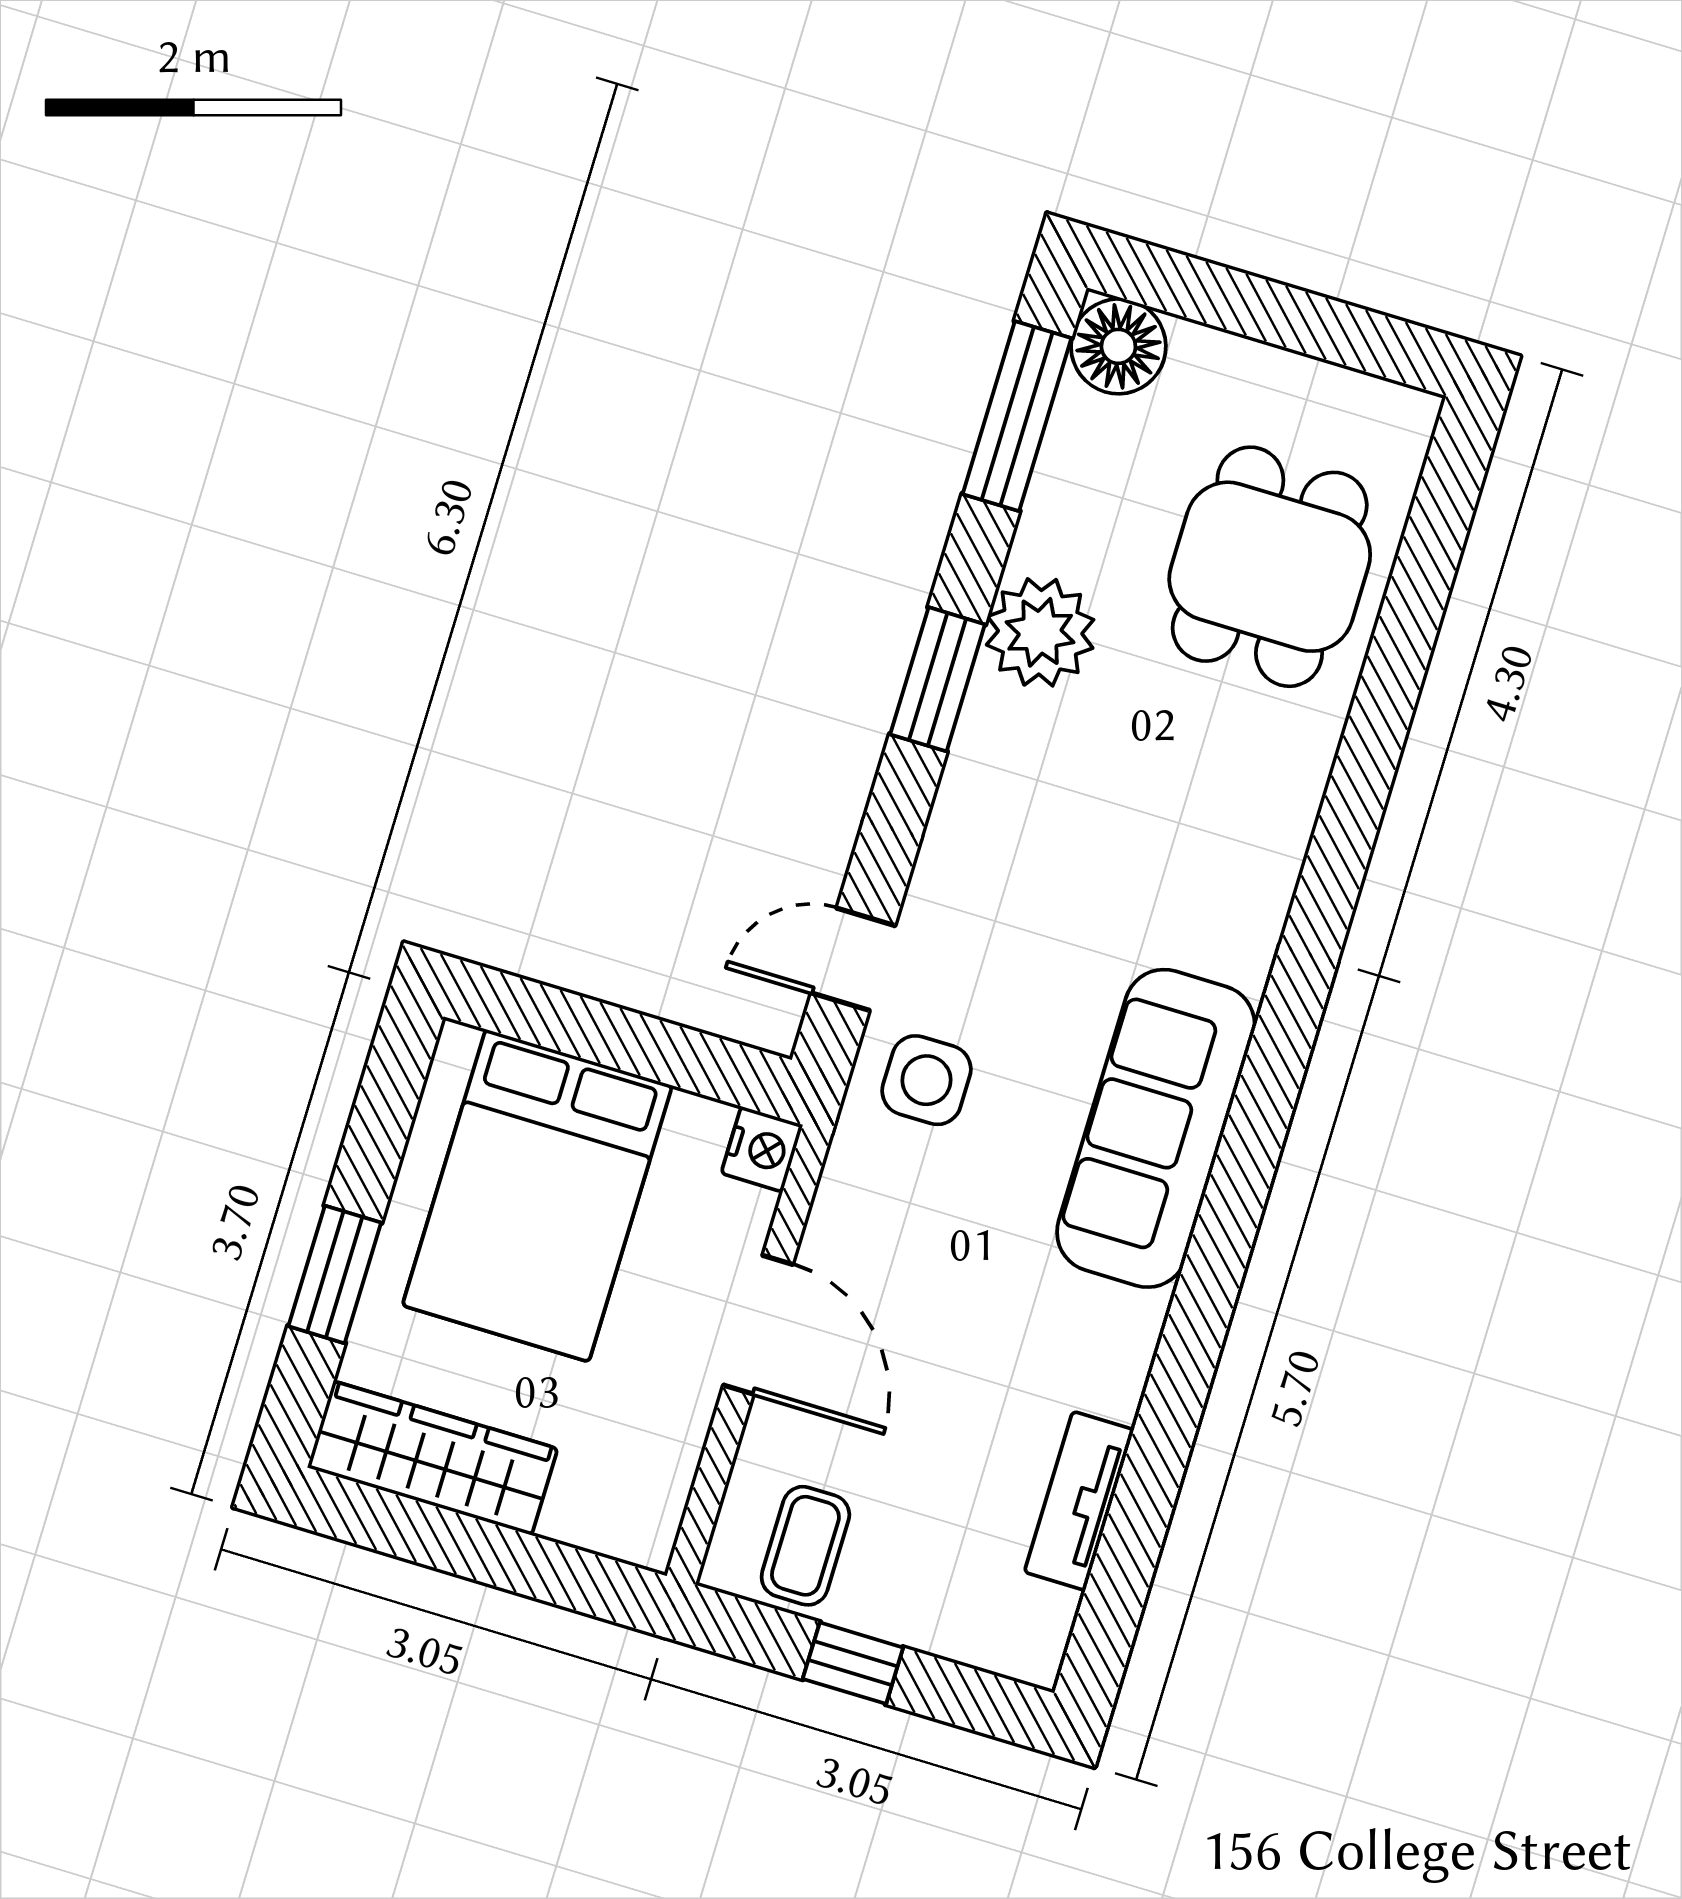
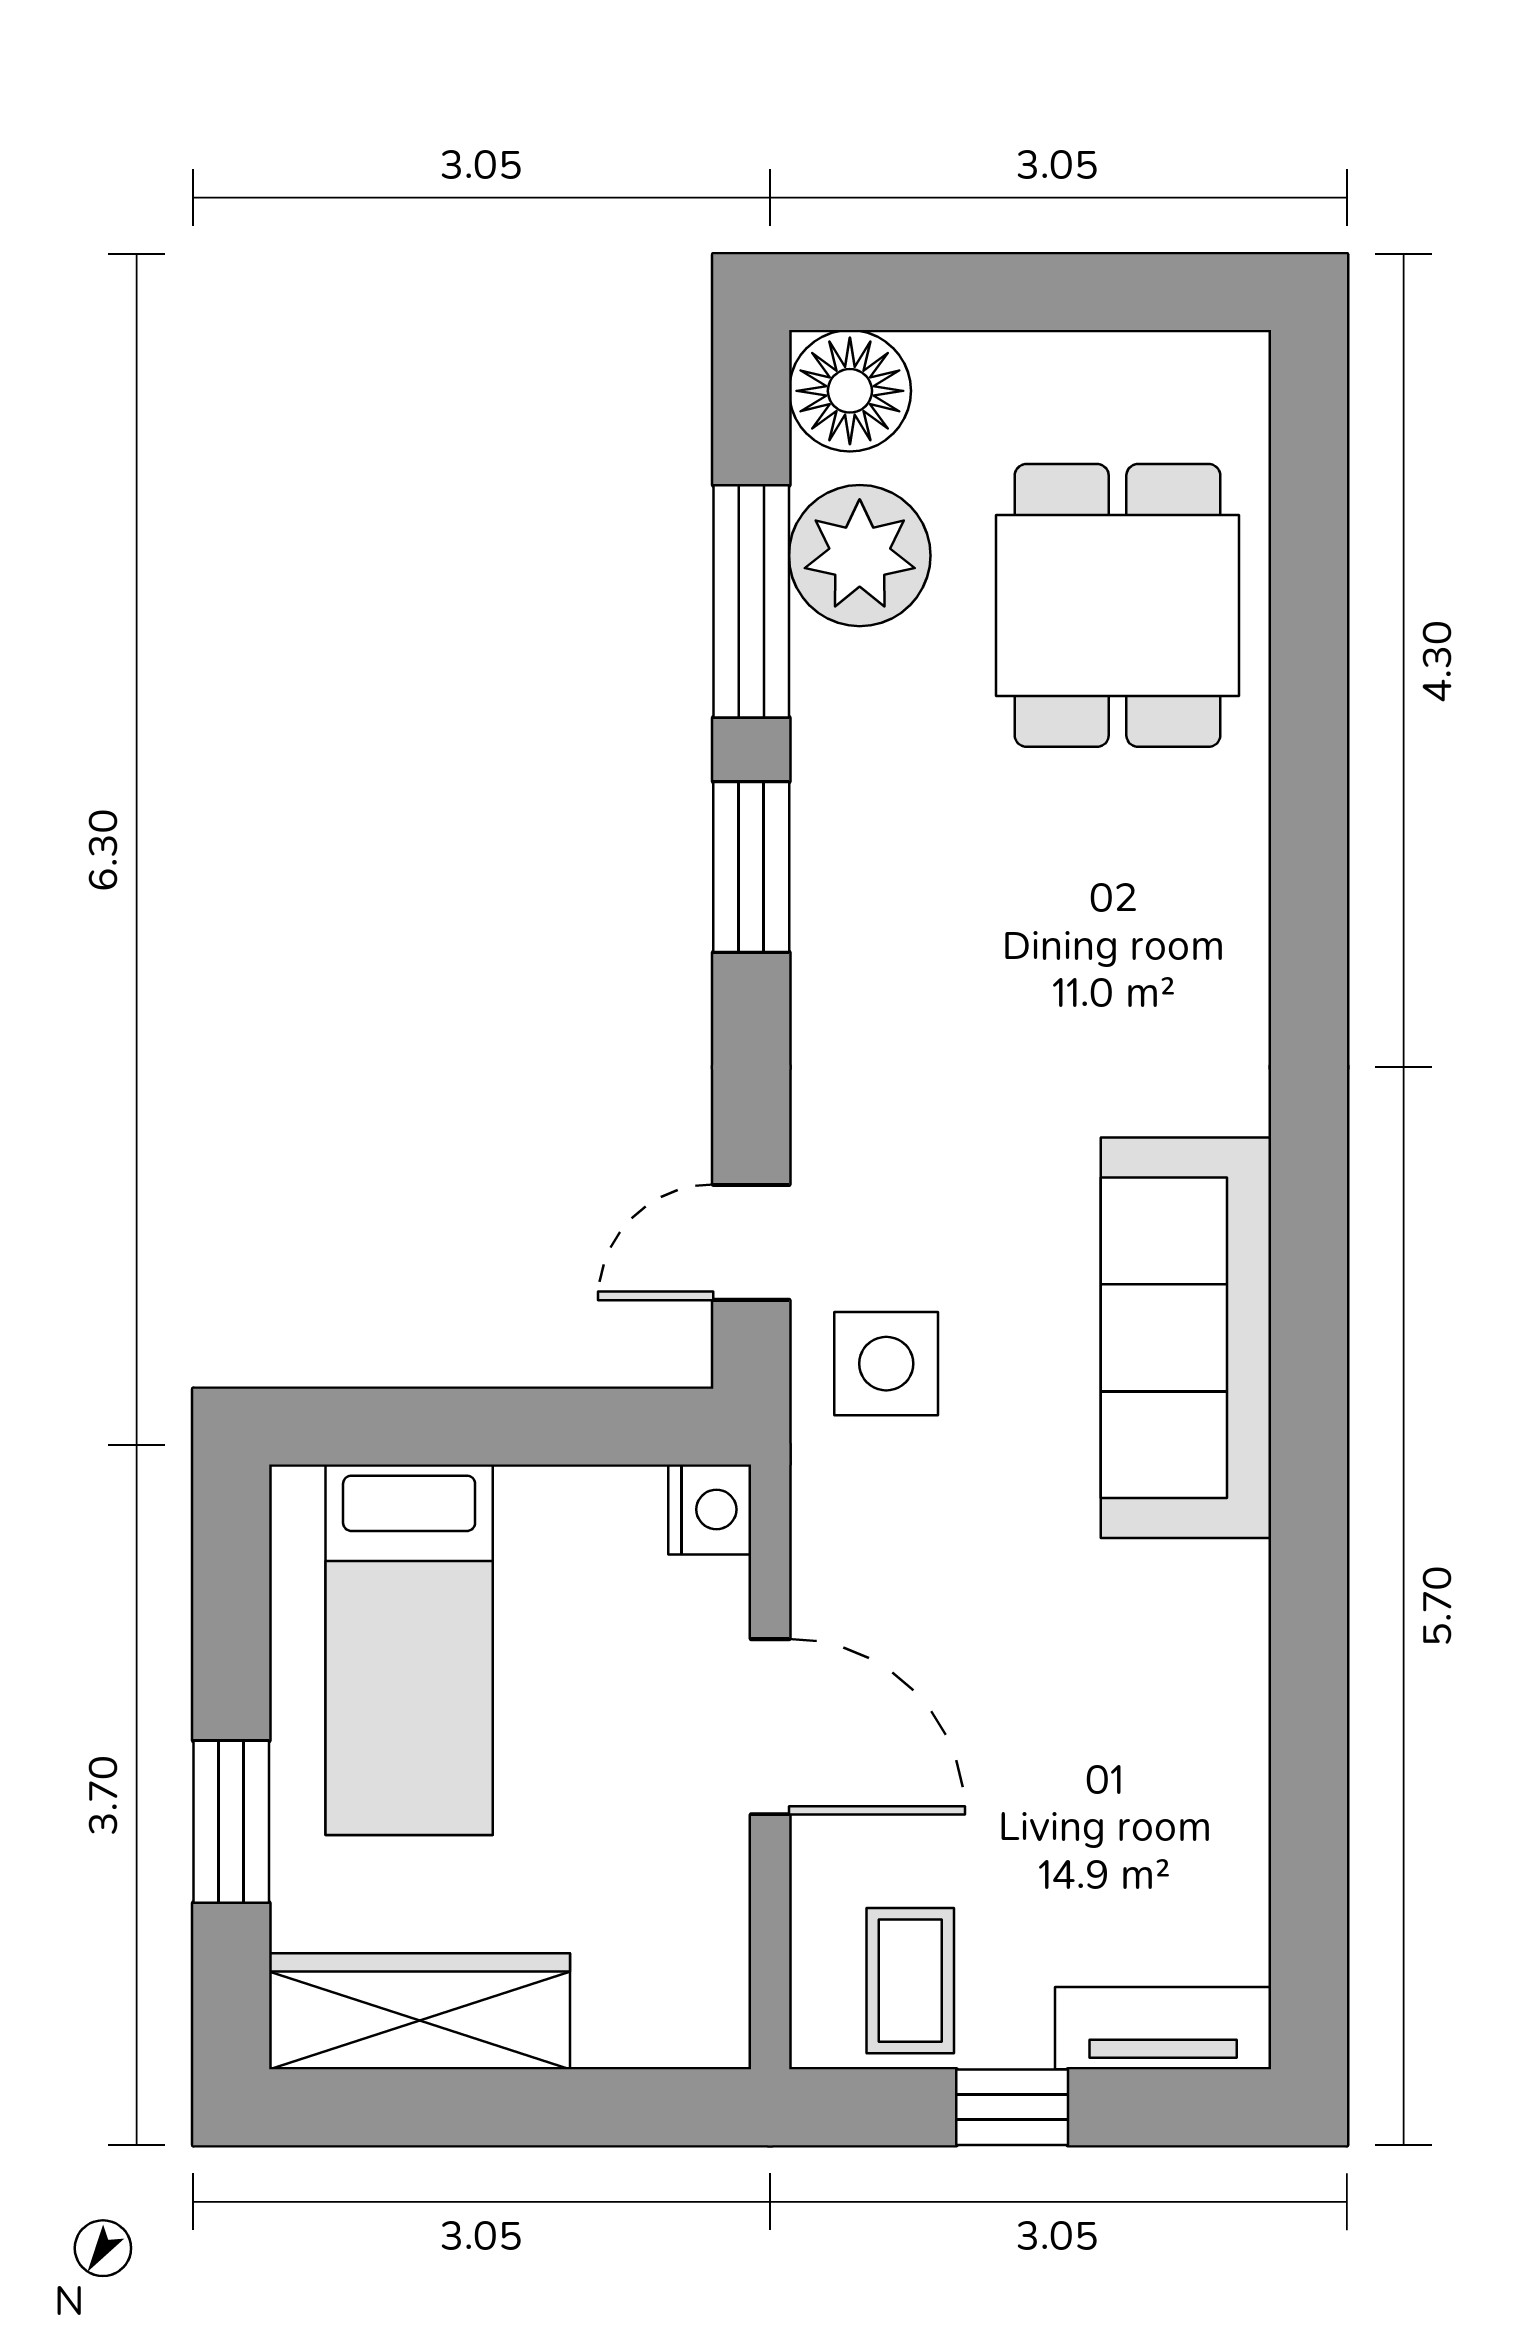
window: (1017, 416) -> (751, 601), moved
plant: (1040, 632) -> (860, 556), moved
bed: (537, 1196) -> (409, 1650), width x0.67
tv unit: (1079, 1501) -> (1163, 2028), moved, turned 90

